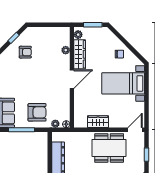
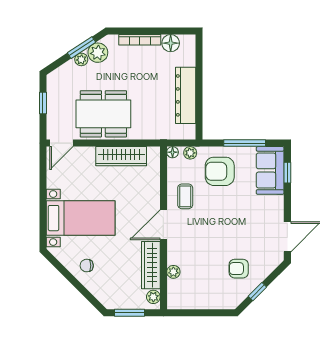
coffee table: (58, 97) -> (185, 196), added
wardrobe: (98, 122) -> (121, 156), width x1.50

